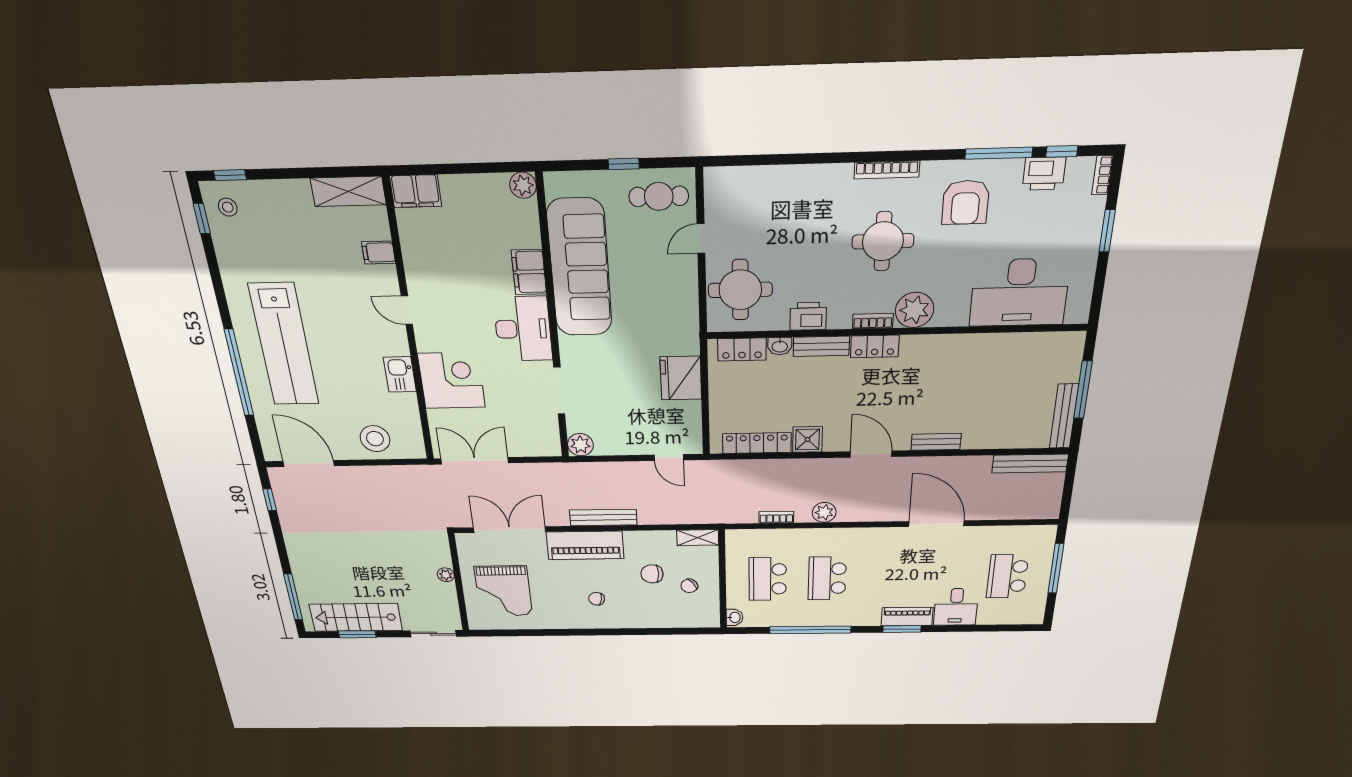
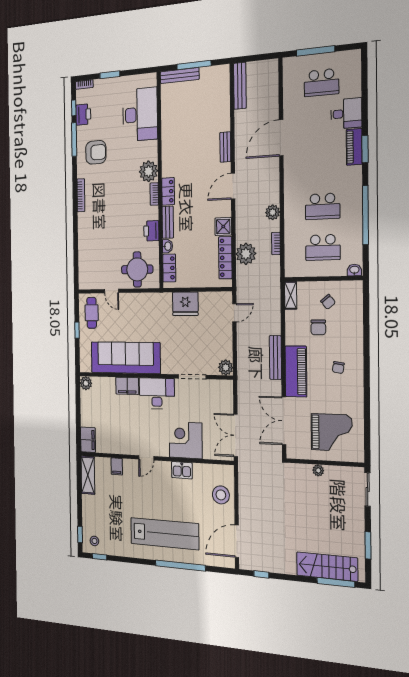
round table: (883, 241) -> (114, 193), removed
bench: (1064, 416) -> (180, 76), moved
plant: (762, 474) -> (246, 254), added
stairs: (356, 617) -> (327, 567), moved, turned 90

